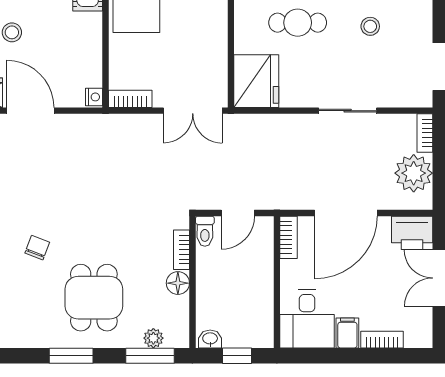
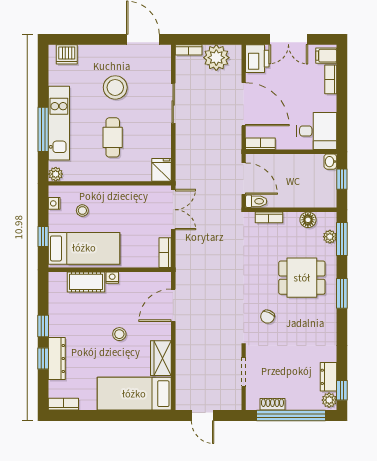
stool: (370, 26) -> (115, 87), width x1.89, depth x1.89
fridge: (256, 81) -> (161, 170), width x0.53, depth x0.75
nightstand: (94, 97) -> (112, 278), moved
door: (31, 111) -> (173, 305), moved
door: (238, 213) -> (244, 179), width x1.38
chair: (37, 248) -> (267, 317), turned -87
floor lamp: (178, 283) -> (308, 220), moved
filing cabinet: (347, 333) -> (326, 56), moved
washbasin: (210, 339) -> (330, 162), moved

